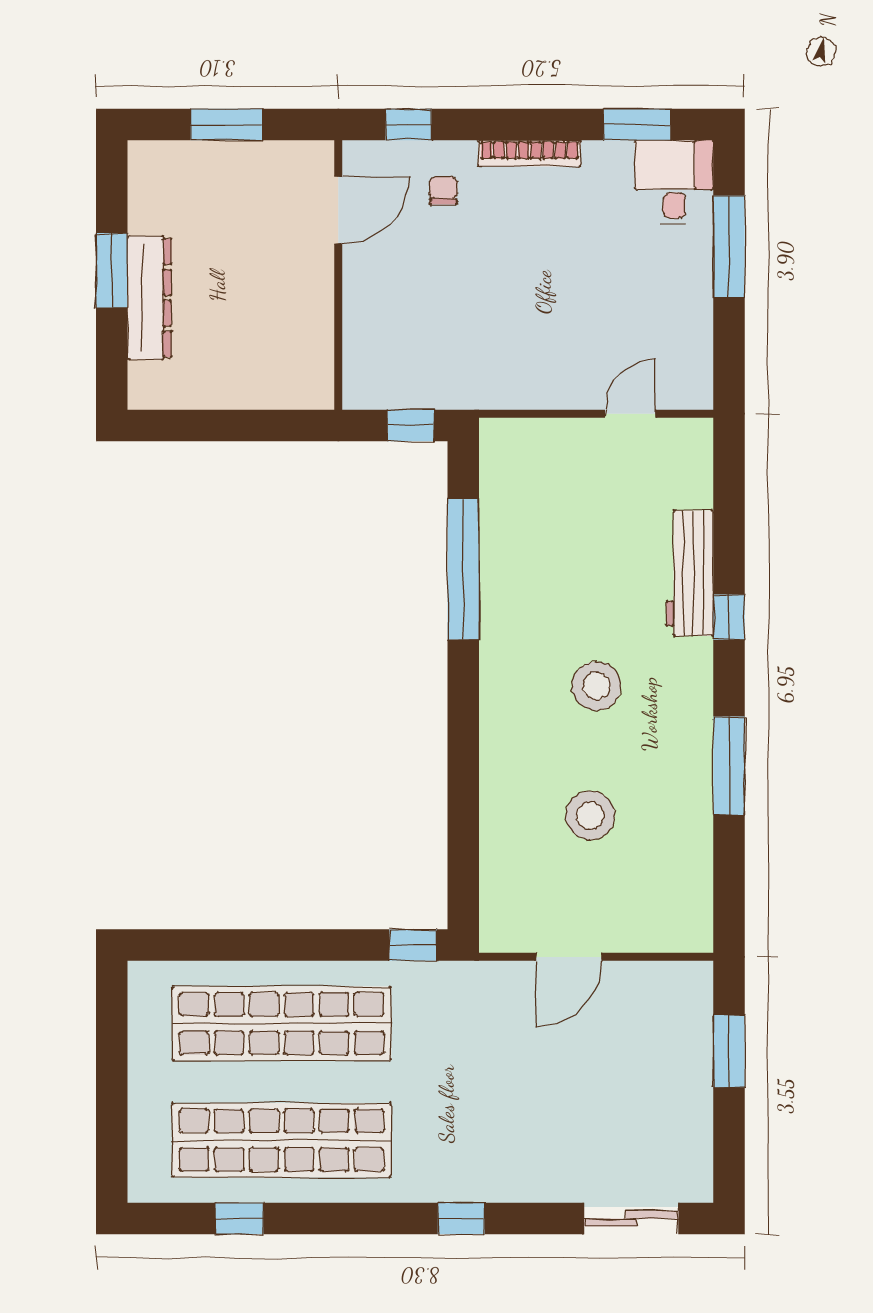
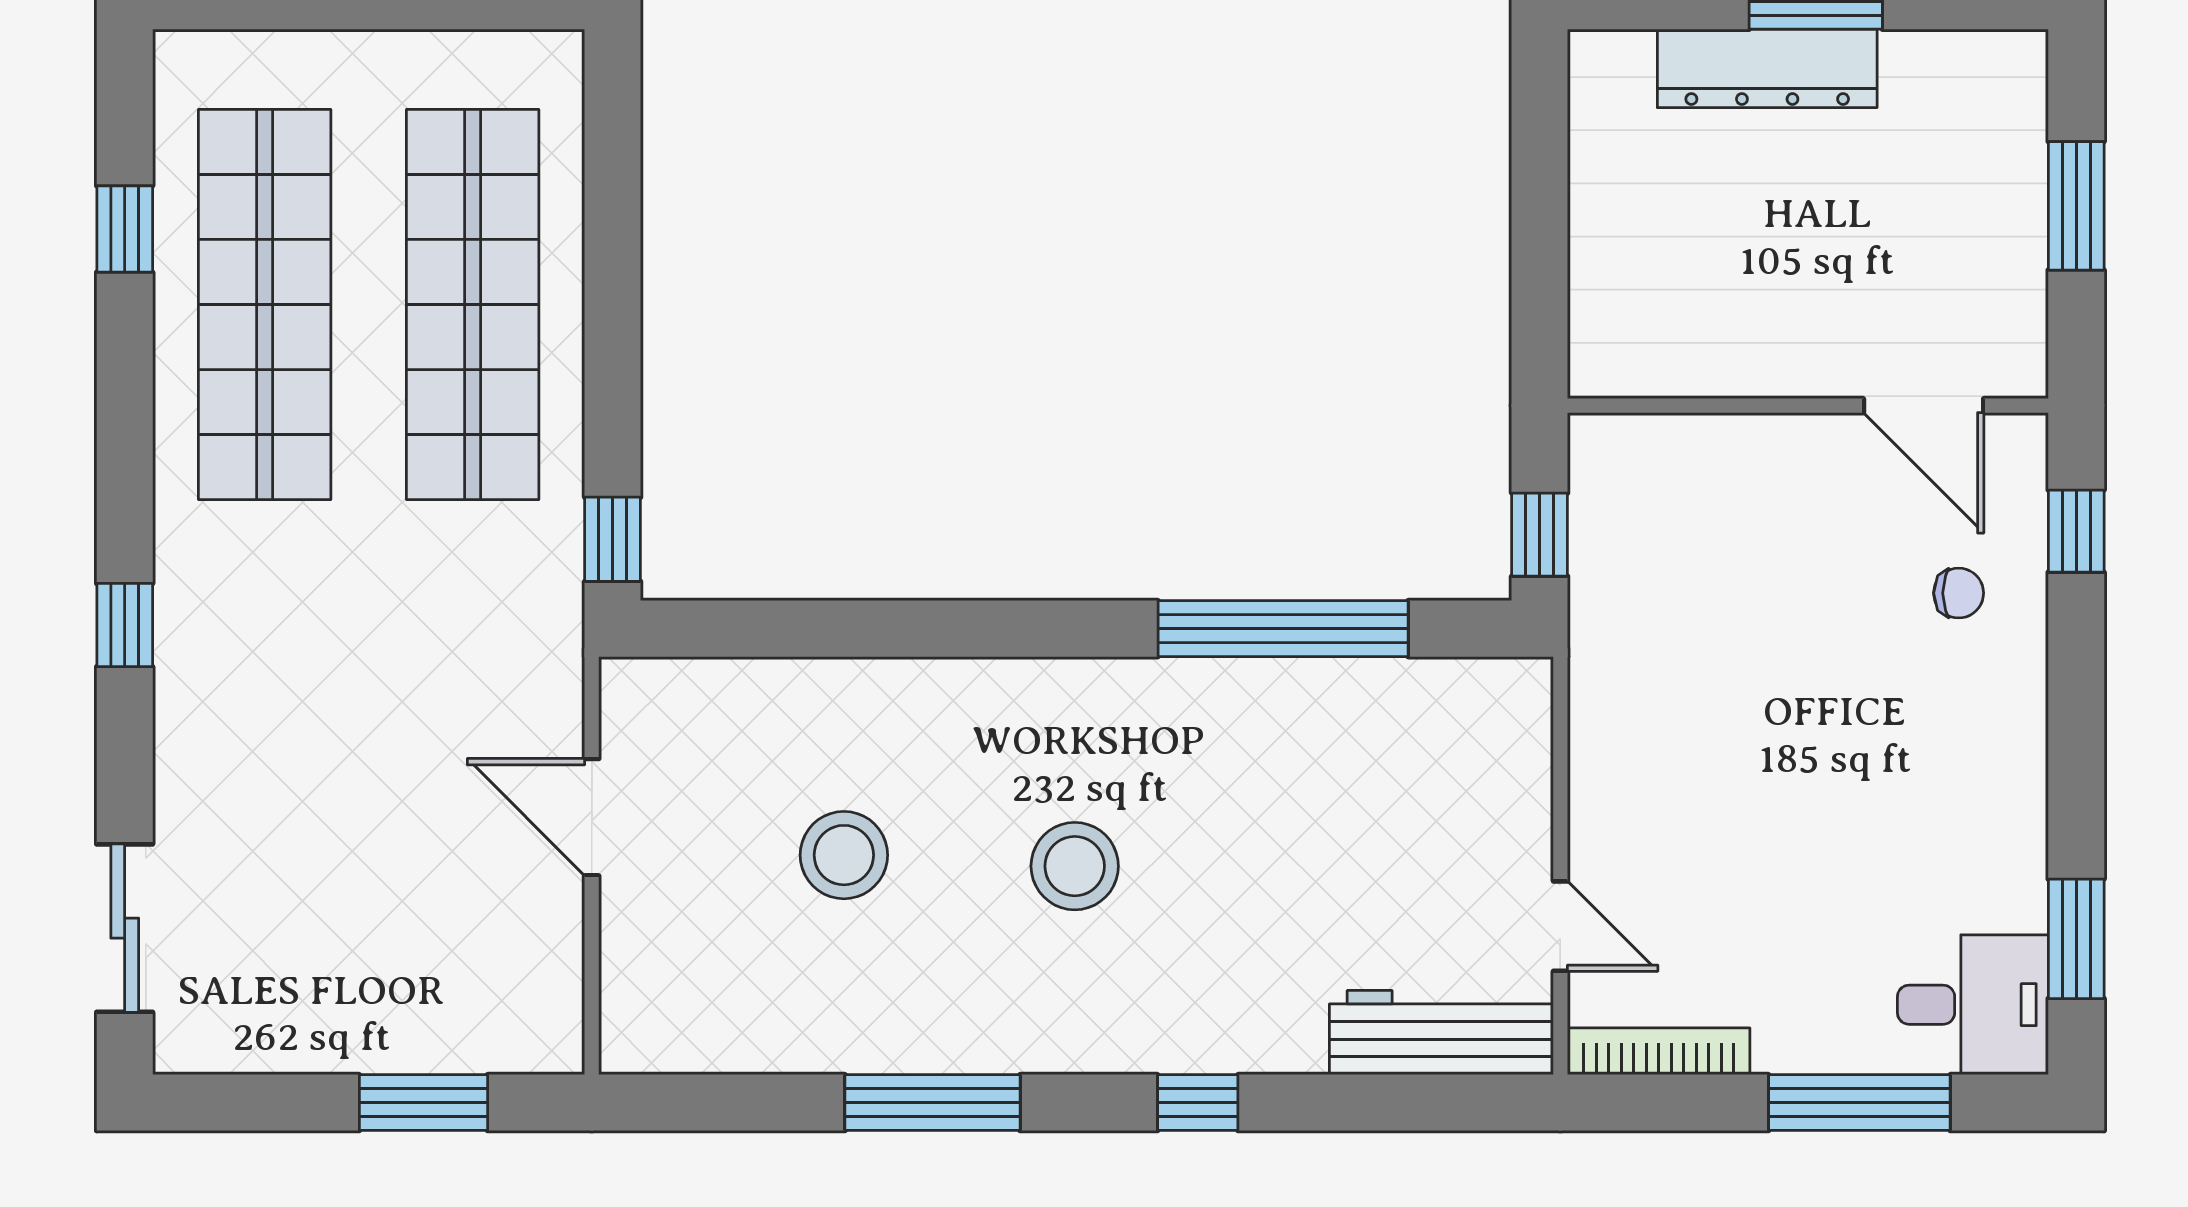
bookcase: (530, 153) -> (1659, 1051), moved, turned 90
workbench: (690, 573) -> (1441, 1033), moved

